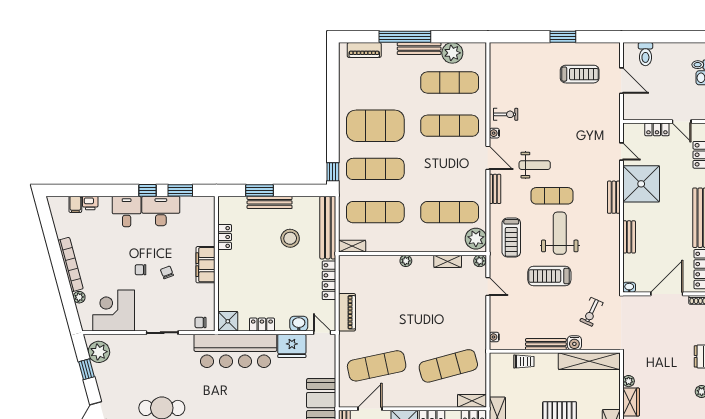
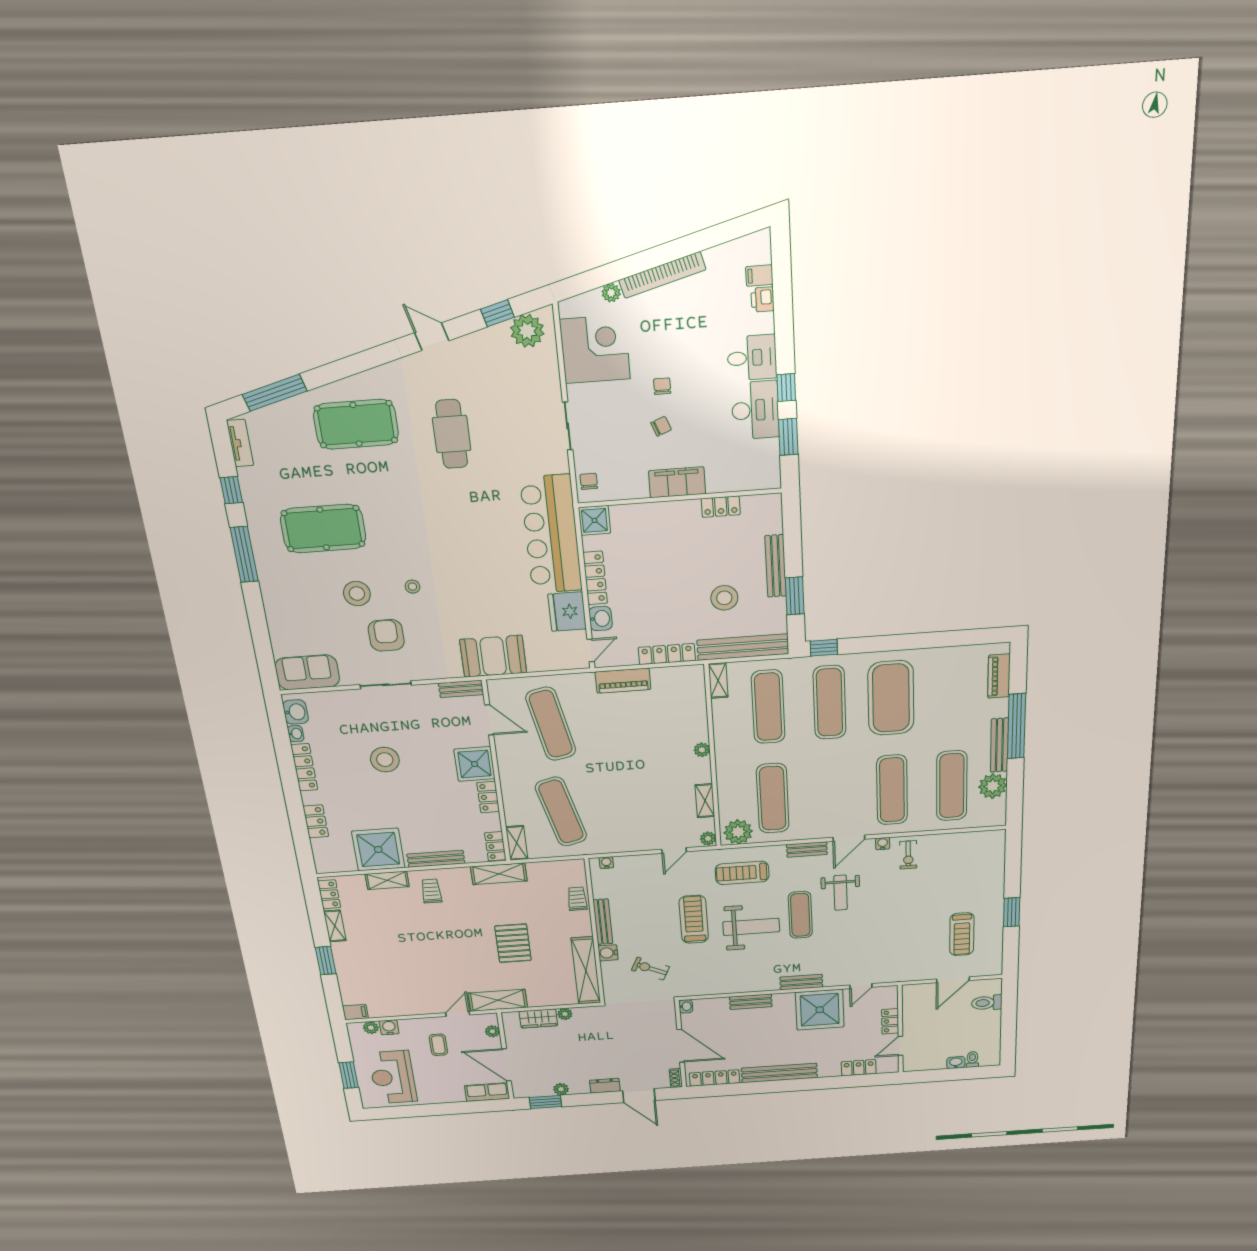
window: (259, 190) -> (795, 596), moved
locker: (262, 325) -> (595, 578), width x1.53
trolley: (524, 361) -> (577, 899), turned 180

